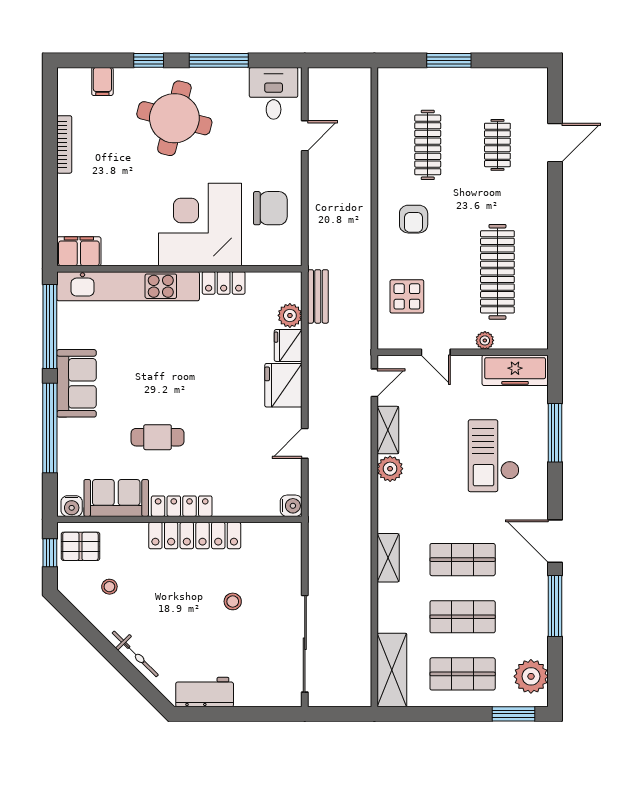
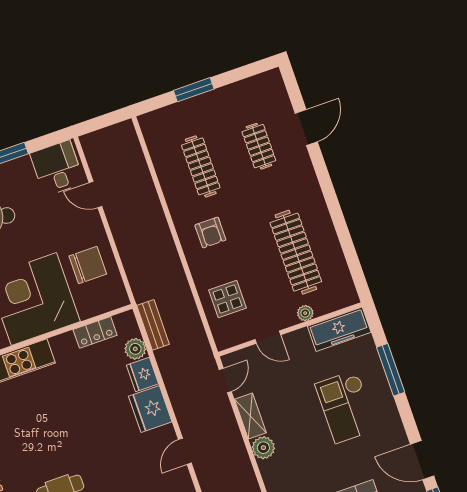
door: (305, 136) -> (95, 195), swing flipped
locker: (224, 283) -> (95, 332), moved

